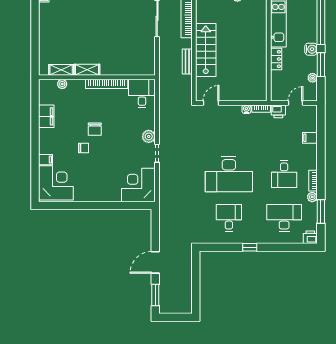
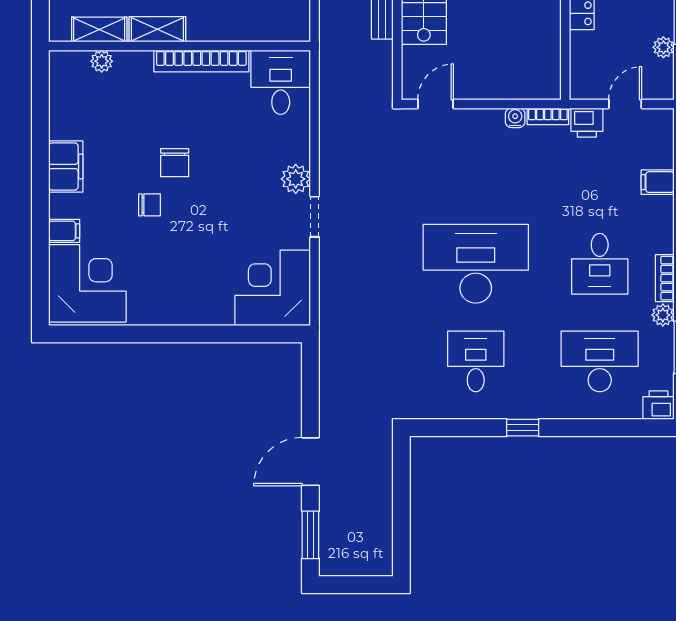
filing cabinet: (46, 116) -> (66, 167), moved
desk: (229, 174) -> (476, 264), turned 180

